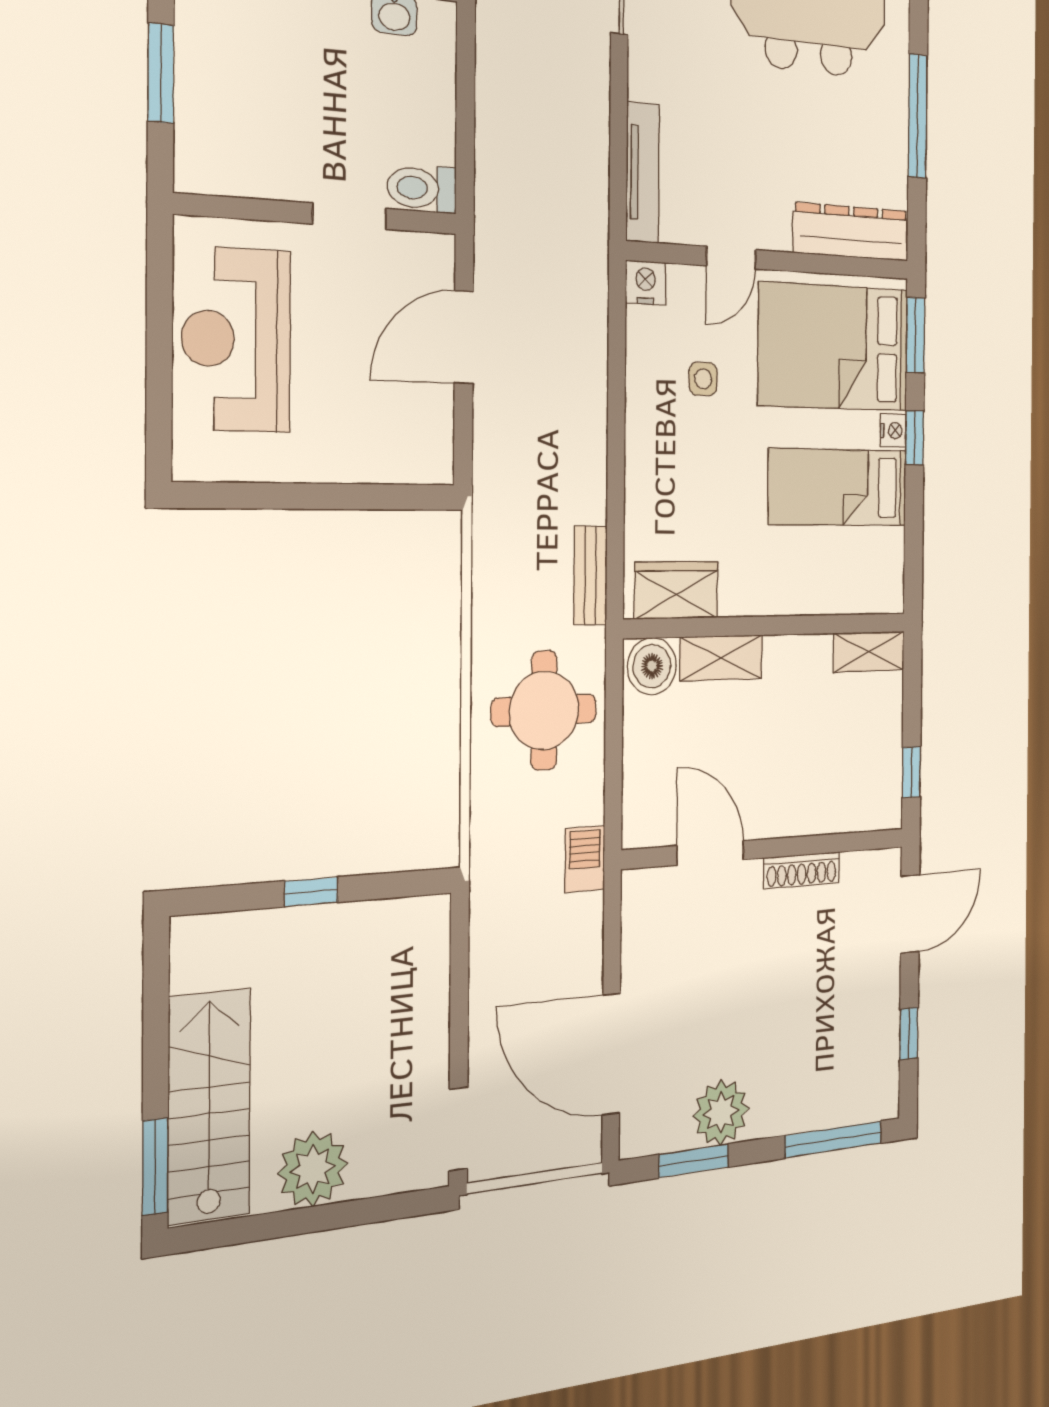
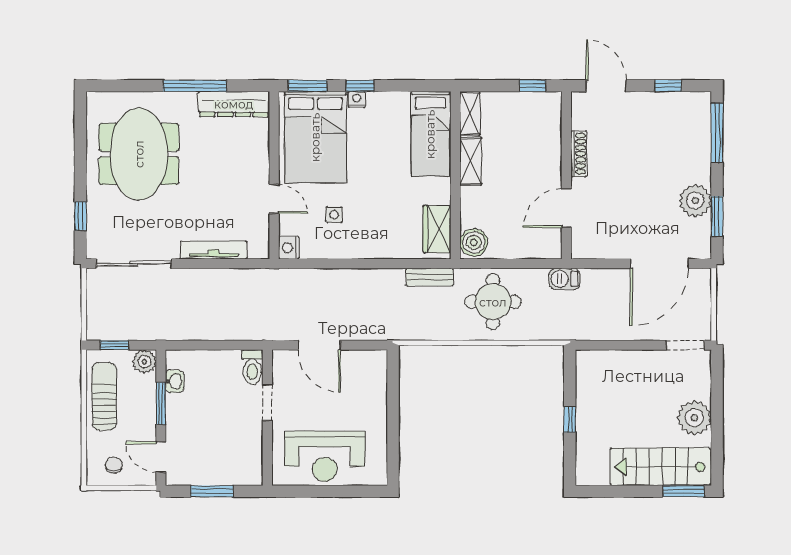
tv unit: (643, 173) -> (214, 250), moved
dresser: (851, 232) -> (234, 104), moved, turned -90
bed: (838, 487) -> (430, 134), moved
shelving: (721, 658) -> (471, 161), moved

